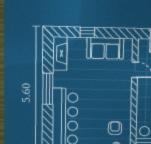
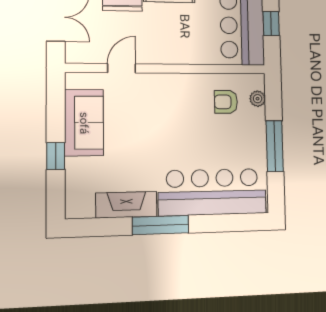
fireplace: (60, 53) -> (126, 205), moved

